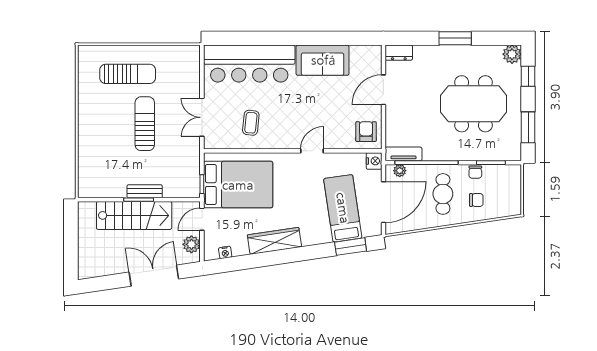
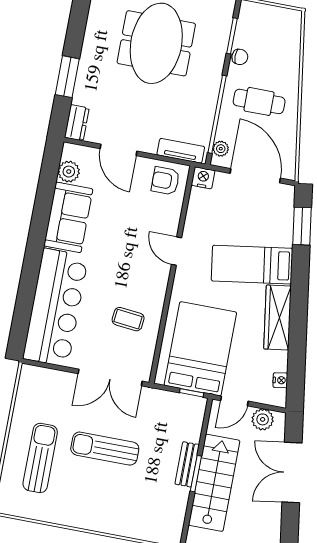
window: (455, 38) -> (67, 77), moved
plant: (359, 54) -> (69, 172), added
double door: (202, 117) -> (110, 377), width x1.37
tv unit: (403, 154) -> (181, 151), moved, turned 90
chair: (476, 200) -> (274, 62), removed
bed: (343, 208) -> (252, 265), moved
door: (202, 219) -> (234, 401), hinge flipped

